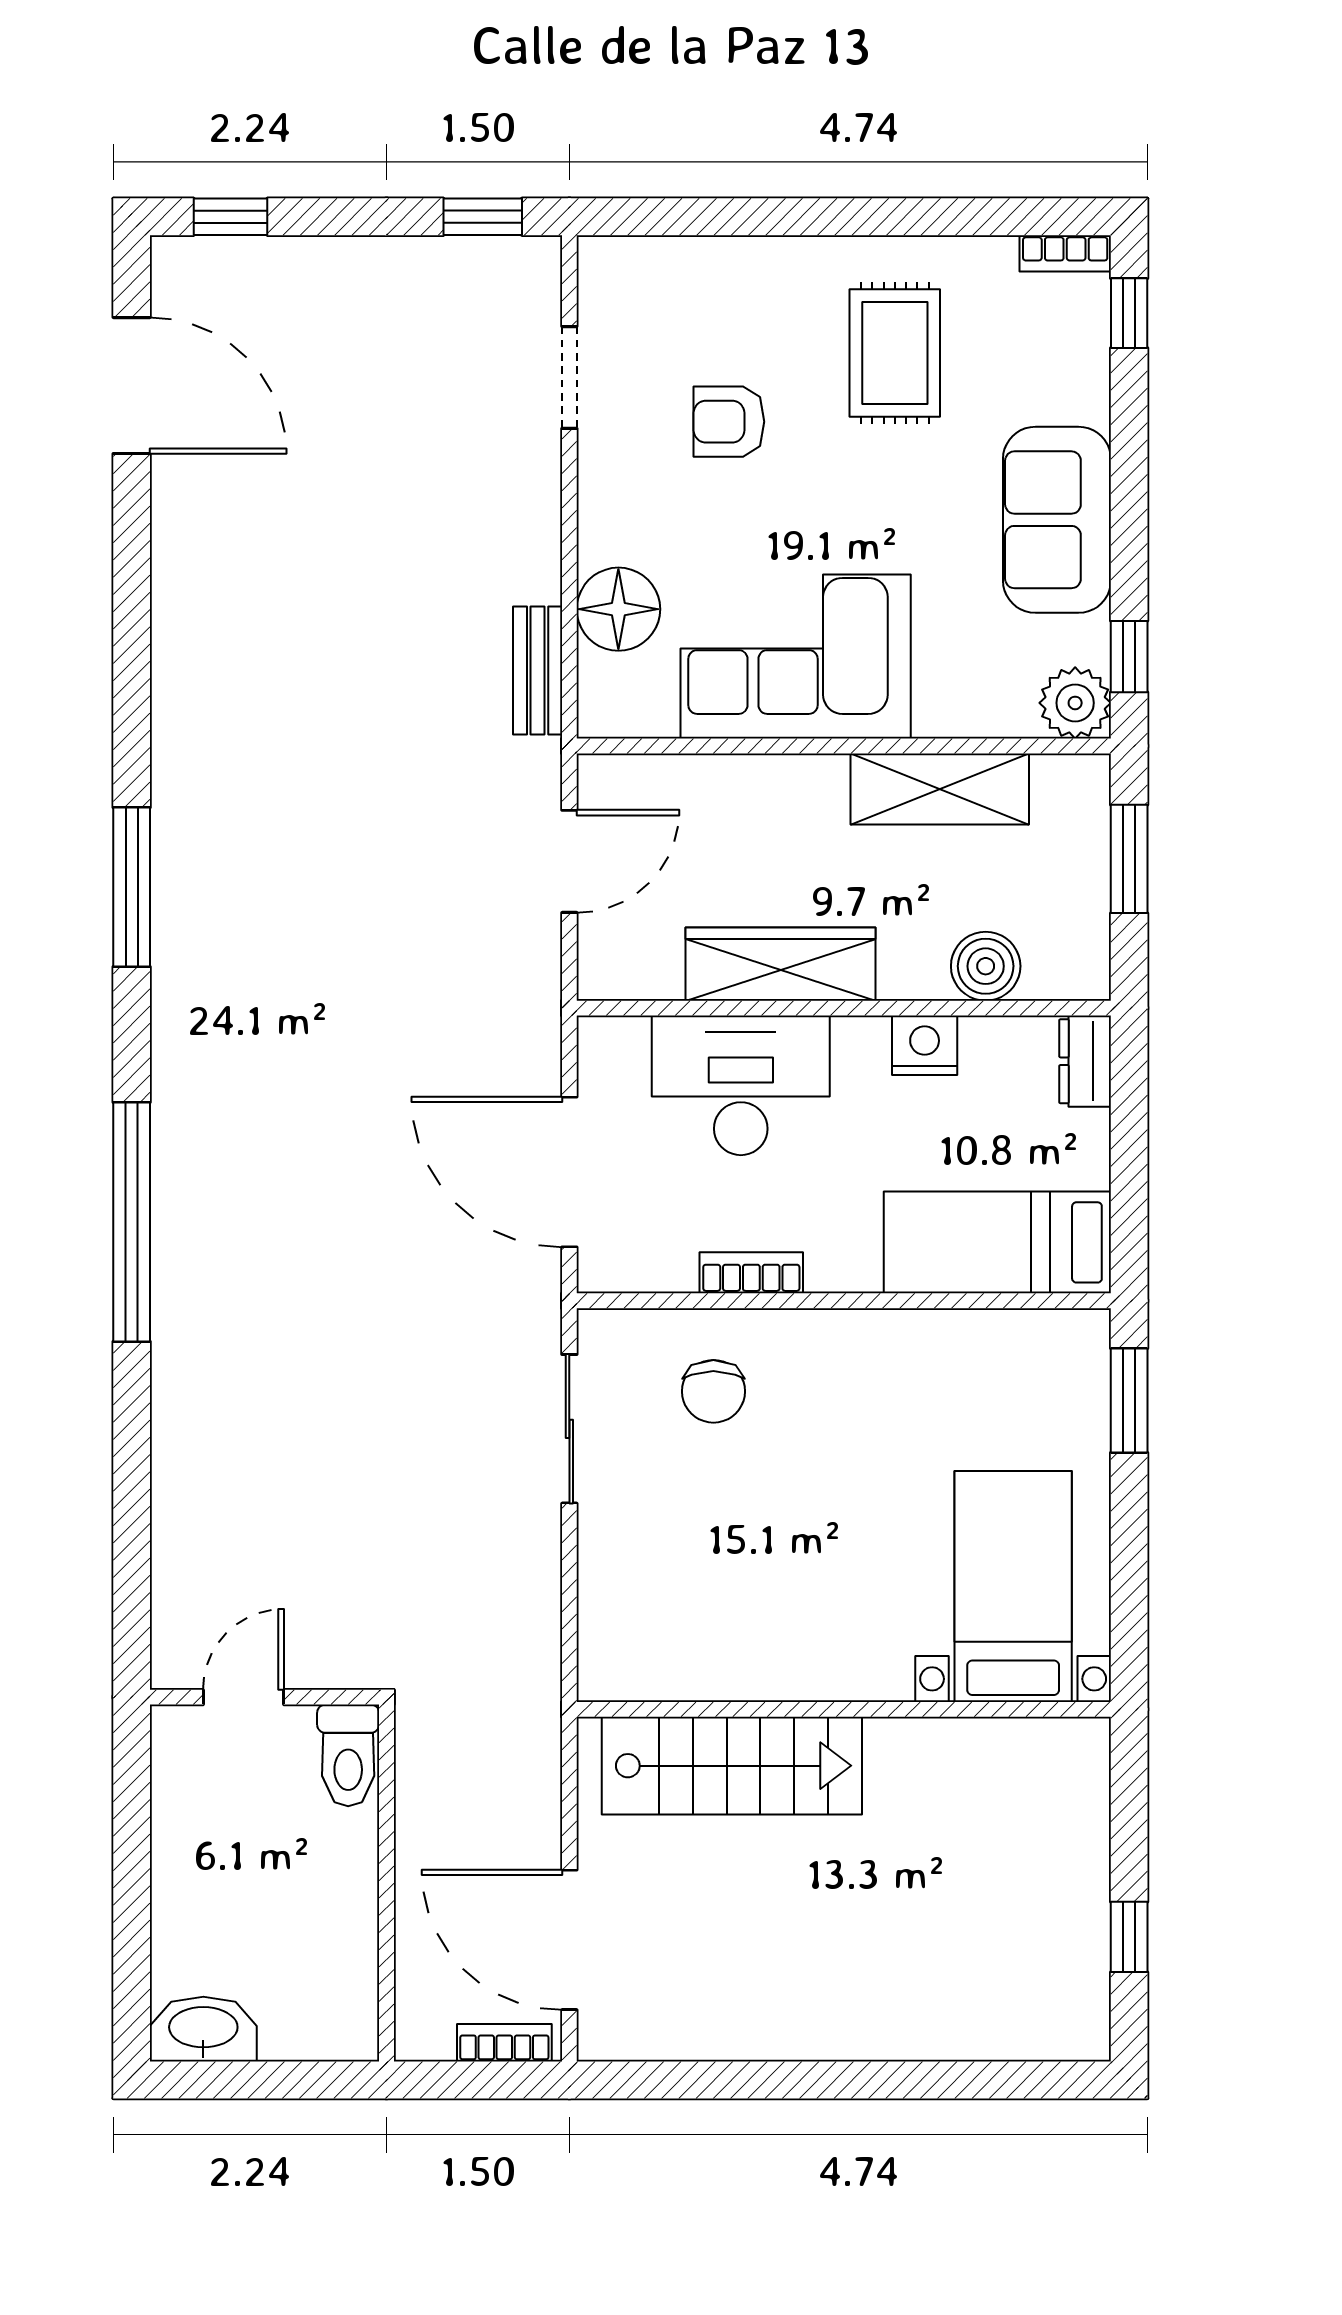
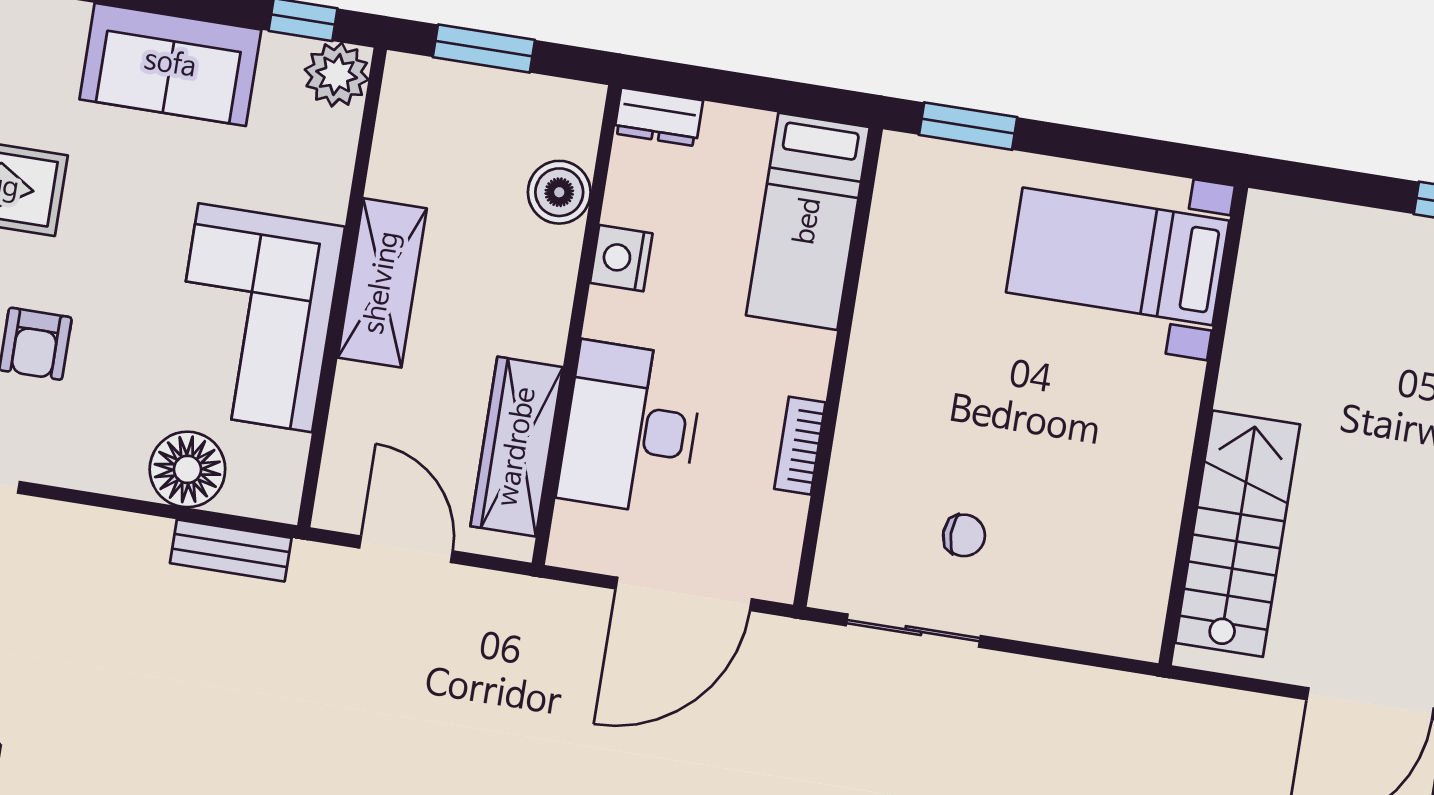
shelving: (940, 789) -> (382, 283), moved
wardrobe: (781, 964) -> (517, 447), moved
chair: (713, 1391) -> (964, 535), moved, width x0.73, depth x0.73

